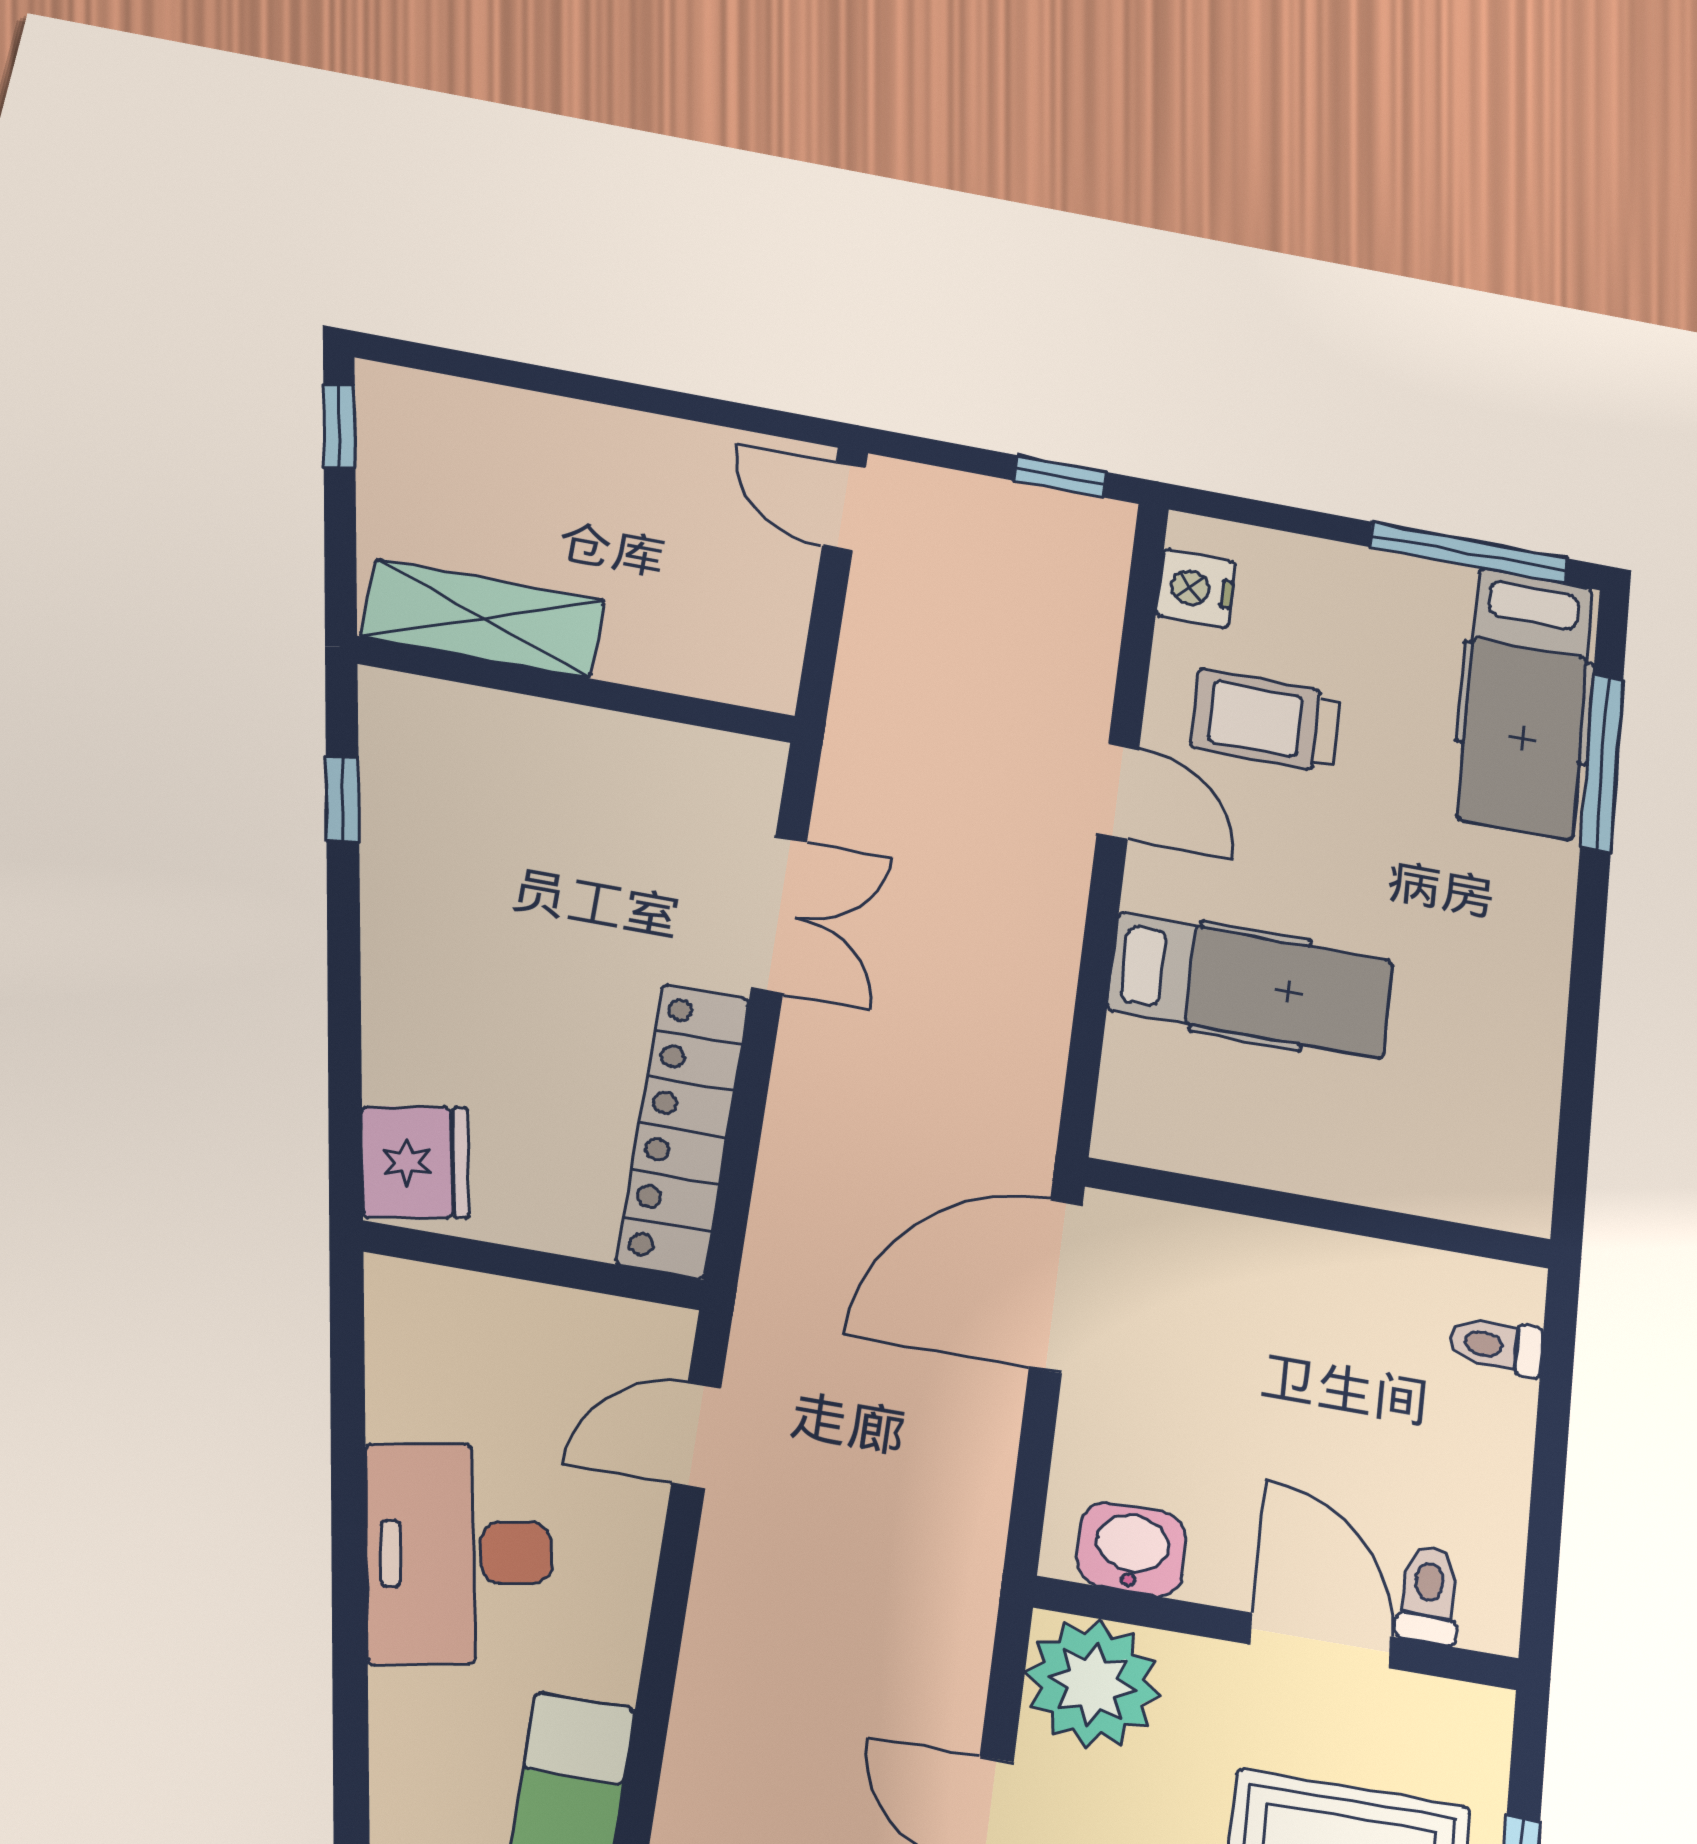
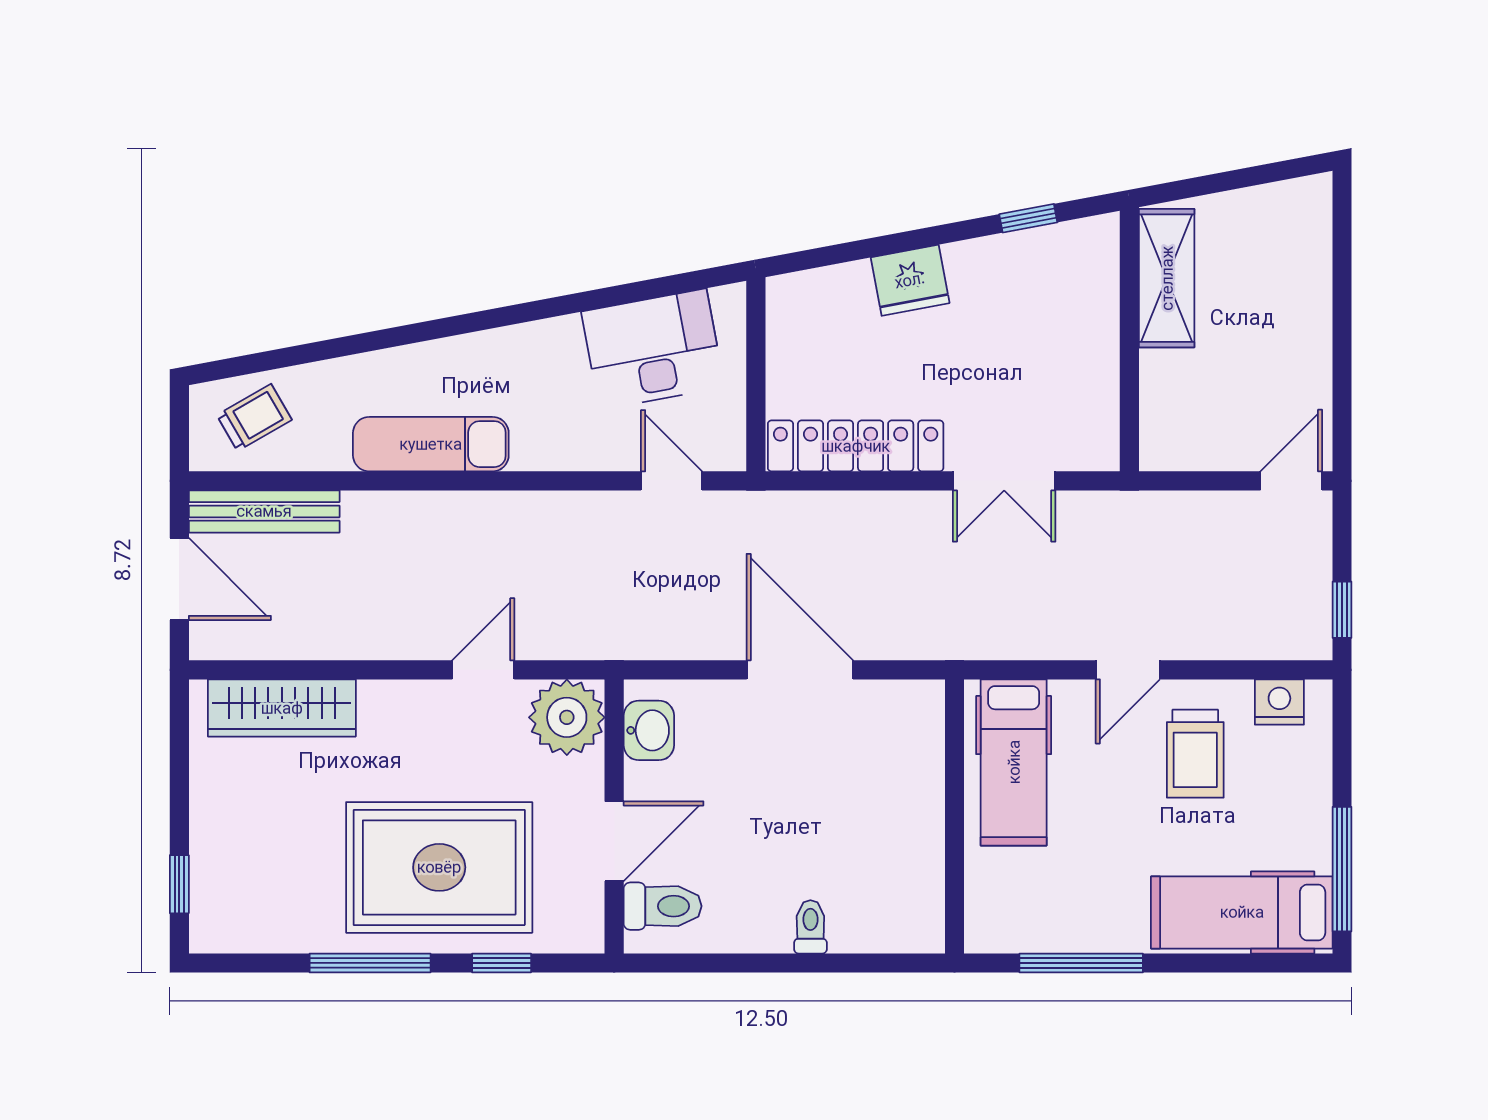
window: (339, 426) -> (1281, 171), removed
trolley: (1265, 721) -> (1195, 754), turned 180
window: (1602, 763) -> (1081, 963), moved
fridge: (415, 1162) -> (910, 280), moved
wall: (1319, 1213) -> (954, 816), moved
desk: (459, 1553) -> (653, 349), moved
toilet: (1429, 1595) -> (663, 906), width x1.37, depth x1.39

